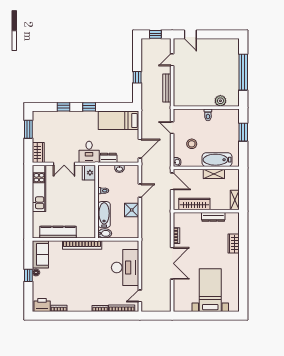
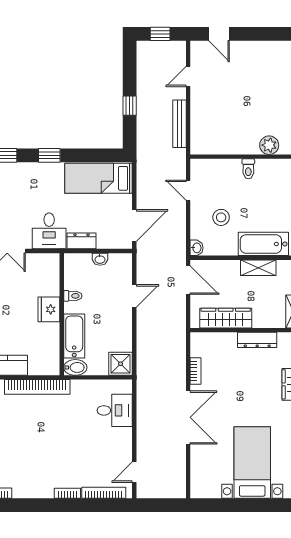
fridge: (89, 173) -> (49, 309), moved
shower: (132, 210) -> (121, 364), moved
desk: (125, 267) -> (115, 410), width x0.53, depth x0.77

